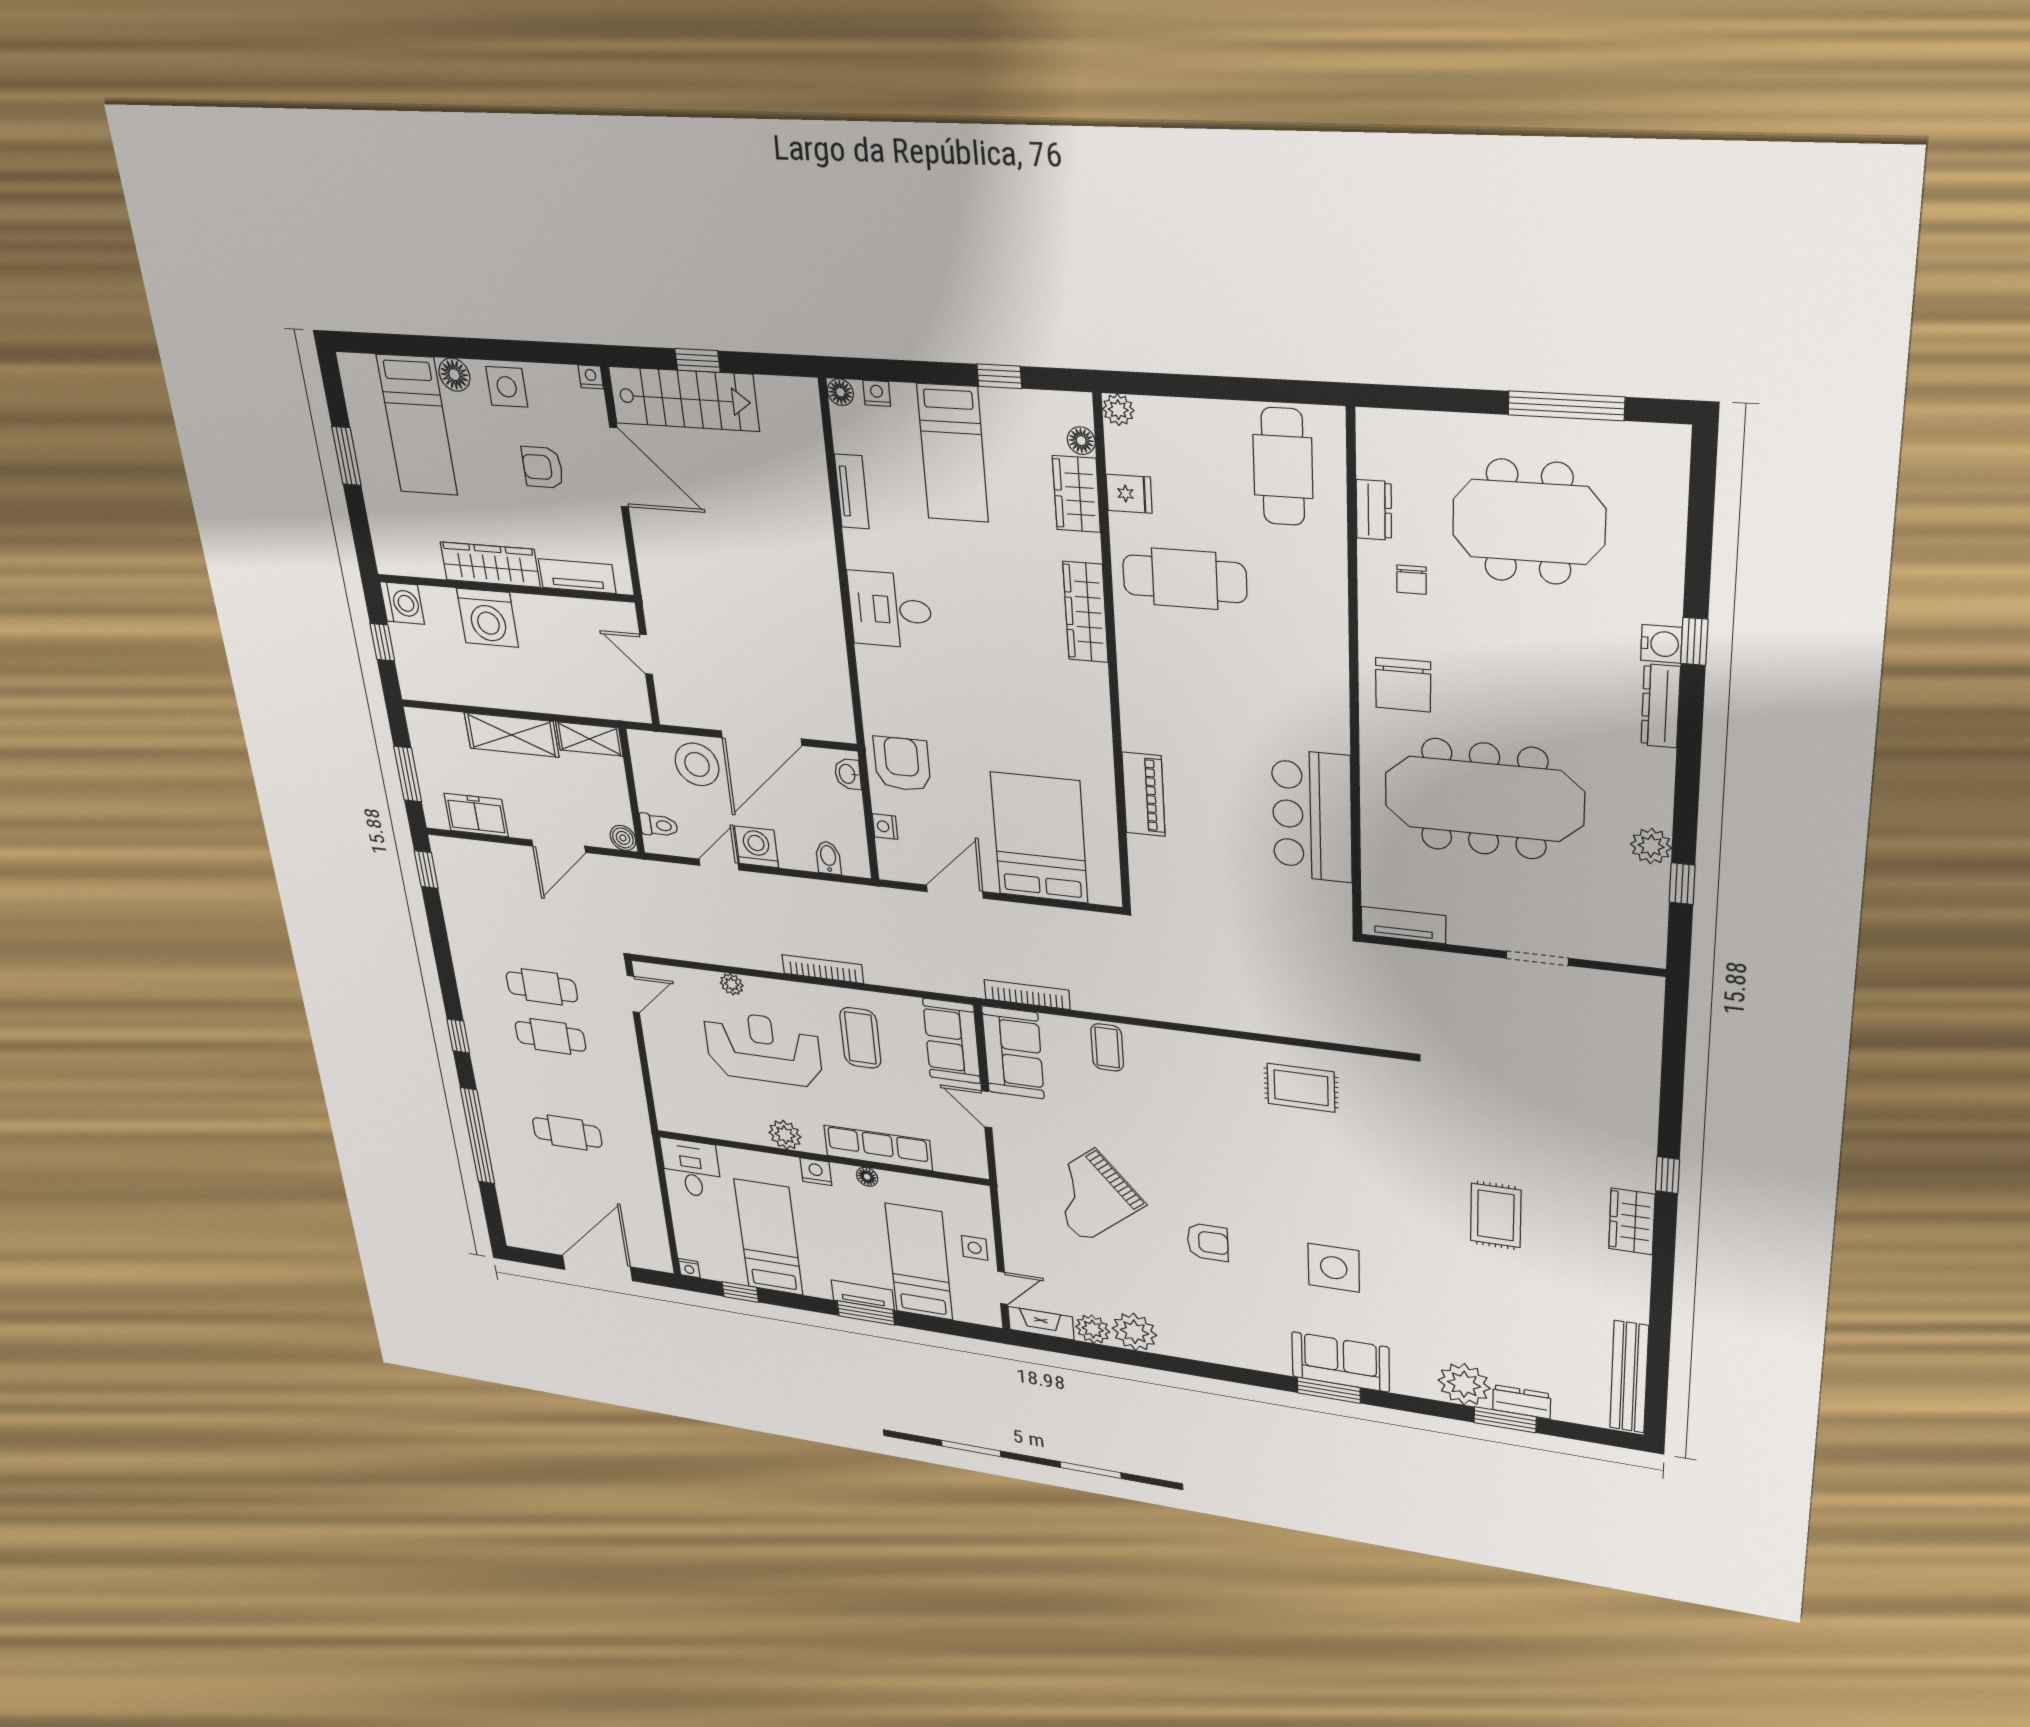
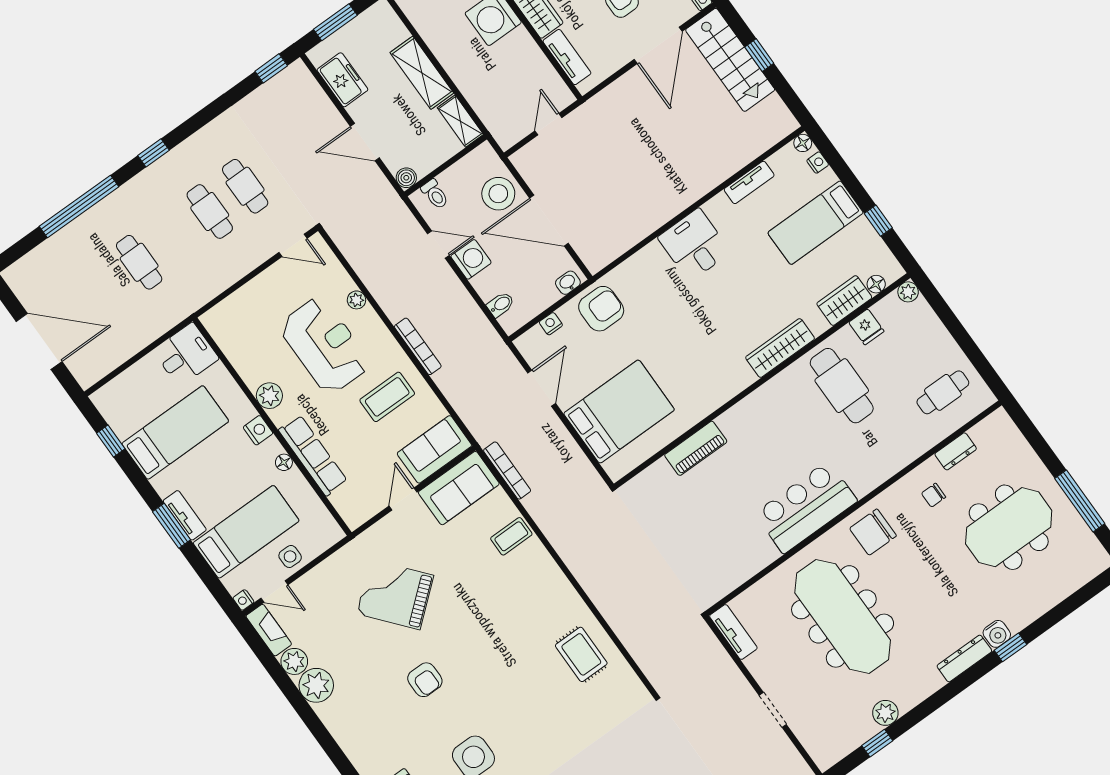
cafe table: (1283, 467) -> (943, 392), width x0.73, depth x0.74
meeting table: (1529, 522) -> (1009, 527), turned 90
bar counter: (1312, 816) -> (806, 507), moved
door: (955, 892) -> (542, 388), hinge flipped
nightstand: (689, 1268) -> (243, 600), moved

